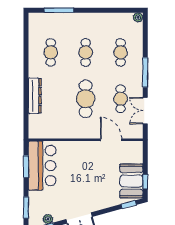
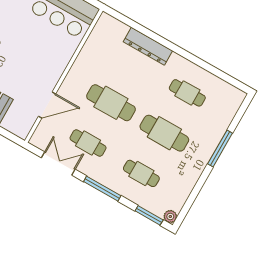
window: (59, 10) -> (220, 148), moved
window: (145, 32) -> (149, 215), added
cafe table: (86, 52) -> (164, 133), width x1.37, depth x1.35

